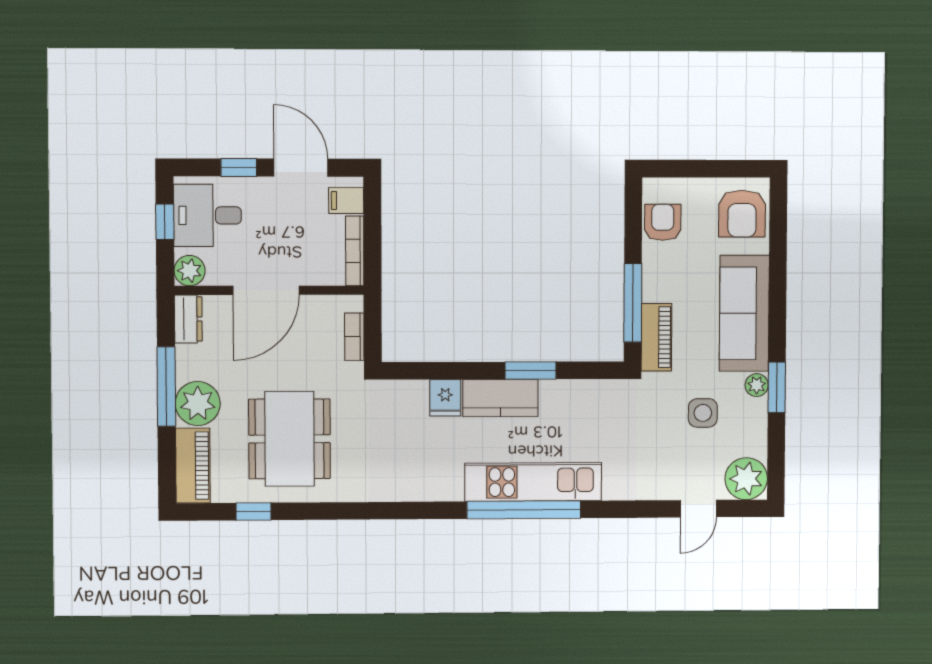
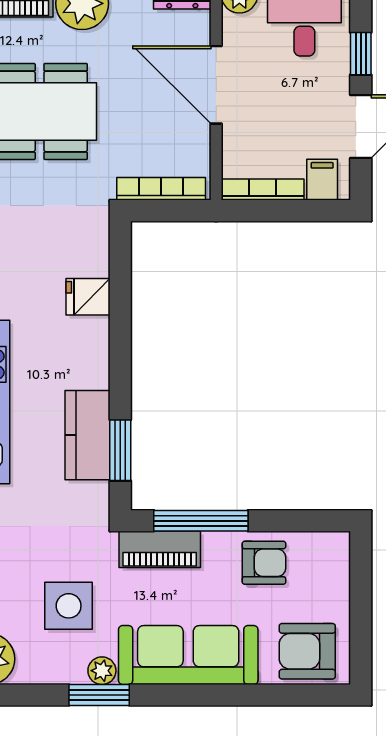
armchair: (663, 222) -> (264, 563), moved
bookcase: (354, 337) -> (161, 189), width x1.56
window: (531, 370) -> (120, 450), moved
kitchen counter: (500, 398) -> (87, 435), moved
side table: (703, 413) -> (69, 606), width x1.37, depth x1.37

